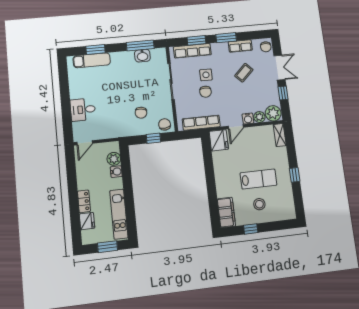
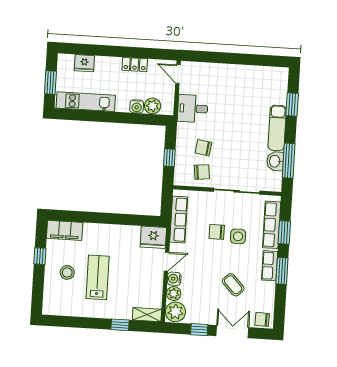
row of seats: (240, 46) -> (270, 266), moved
exam couch: (92, 60) -> (277, 128), moved
double door: (279, 68) -> (232, 332), swing flipped
desk: (83, 110) -> (193, 109), moved, turned -90
chair: (165, 124) -> (202, 172), moved
door: (236, 127) -> (166, 262), swing flipped
window: (295, 175) -> (120, 325), moved
lab bench: (258, 179) -> (98, 277), turned 180
locker: (84, 201) -> (135, 65), moved

